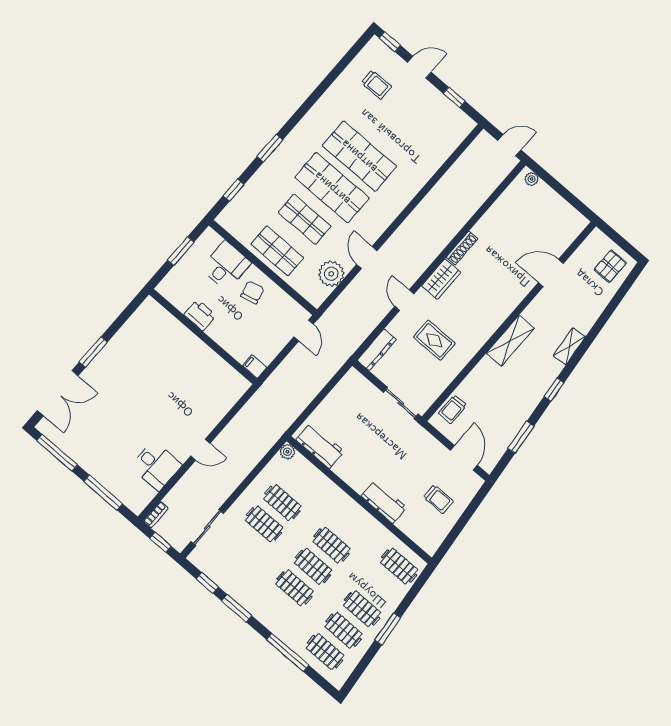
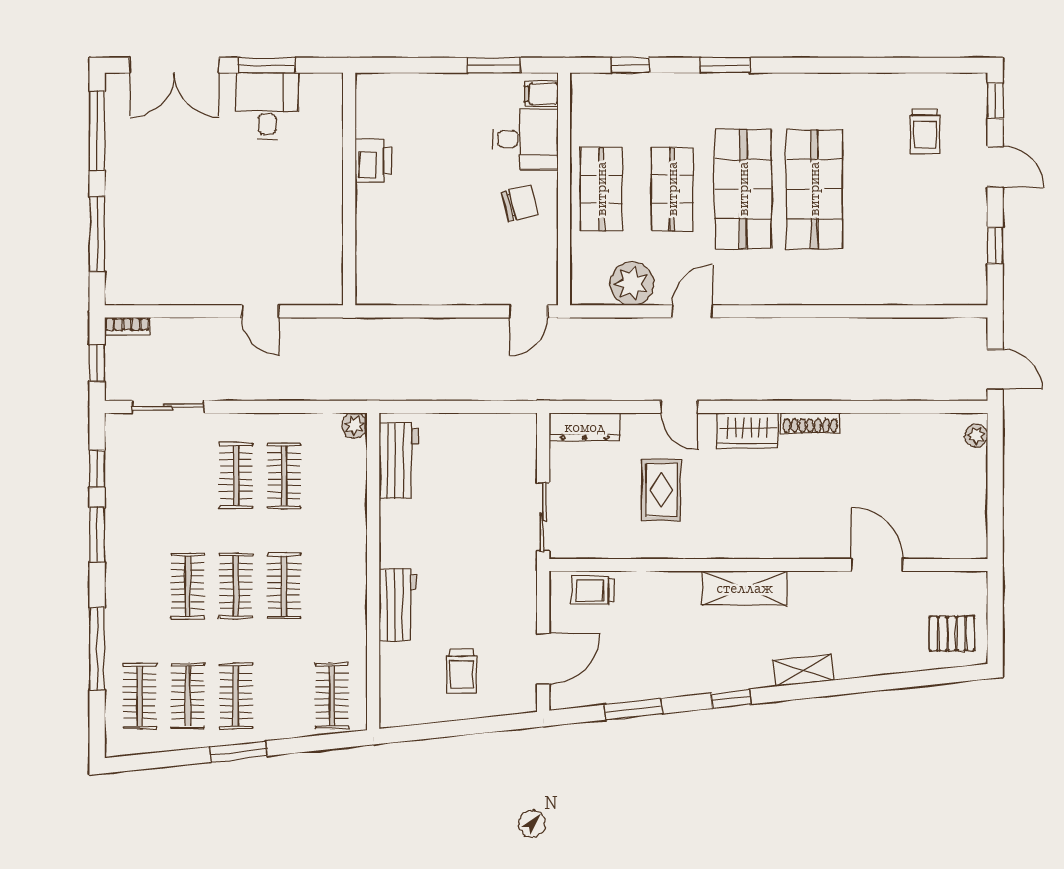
door: (404, 300) -> (679, 407), swing flipped
printer: (200, 315) -> (373, 161), moved
wall: (203, 336) -> (349, 189), moved
filing cabinet: (255, 367) -> (541, 94), moved, turned -90
desk: (156, 466) -> (267, 106), moved, turned 180

